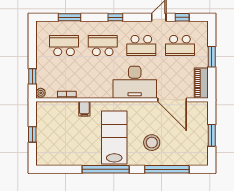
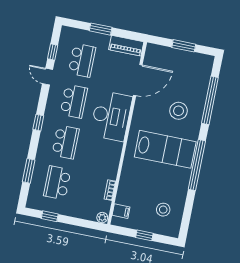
school desk: (103, 45) -> (65, 142), turned 180
window: (32, 76) -> (50, 216), moved
filing cabinet: (84, 109) -> (121, 211), moved
lab bench: (114, 138) -> (165, 149), turned 180
stool: (59, 147) -> (163, 210), added

